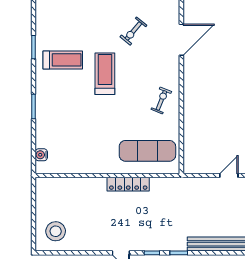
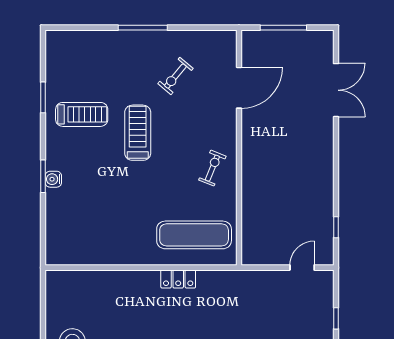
water cooler: (41, 155) -> (53, 179), moved
locker: (128, 184) -> (178, 279), width x0.66

